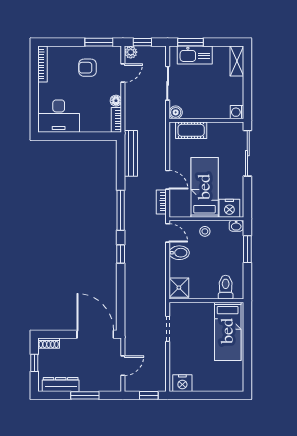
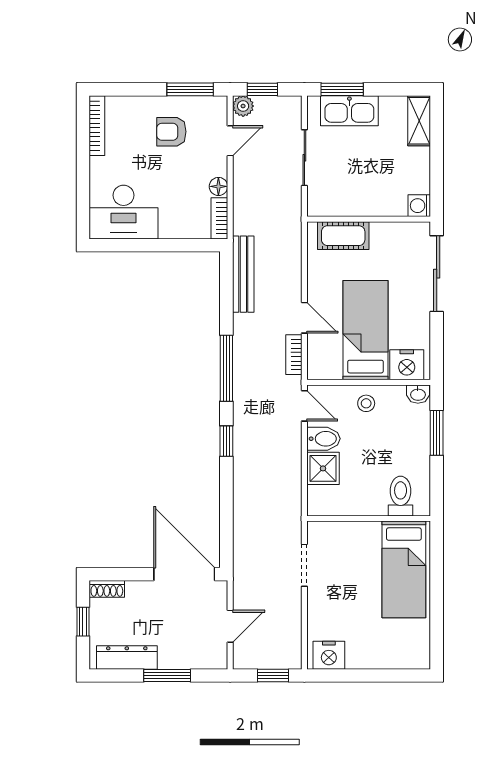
boiler: (176, 112) -> (318, 206), removed
shower: (179, 288) -> (323, 468), moved

